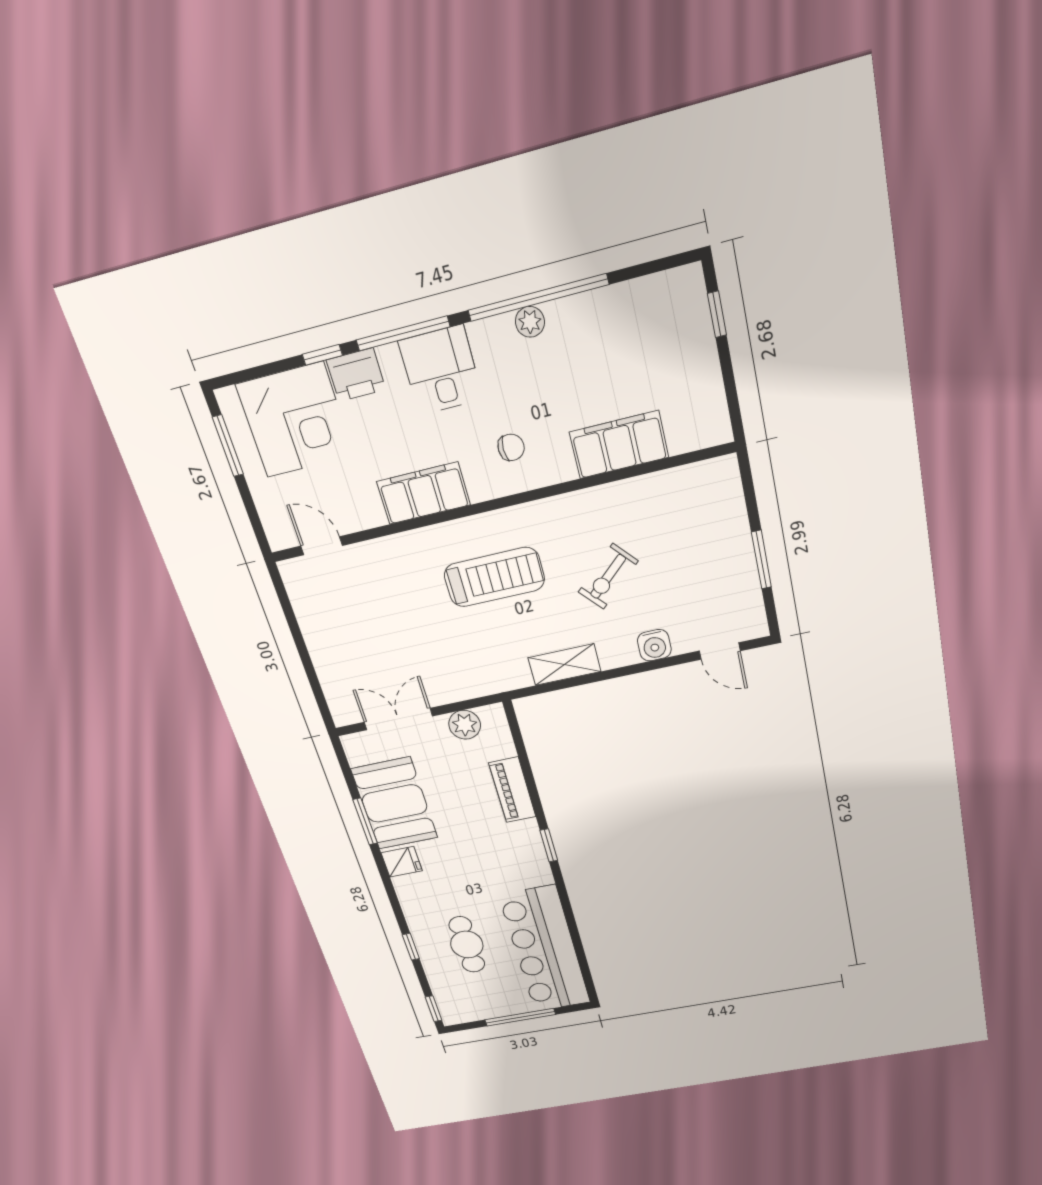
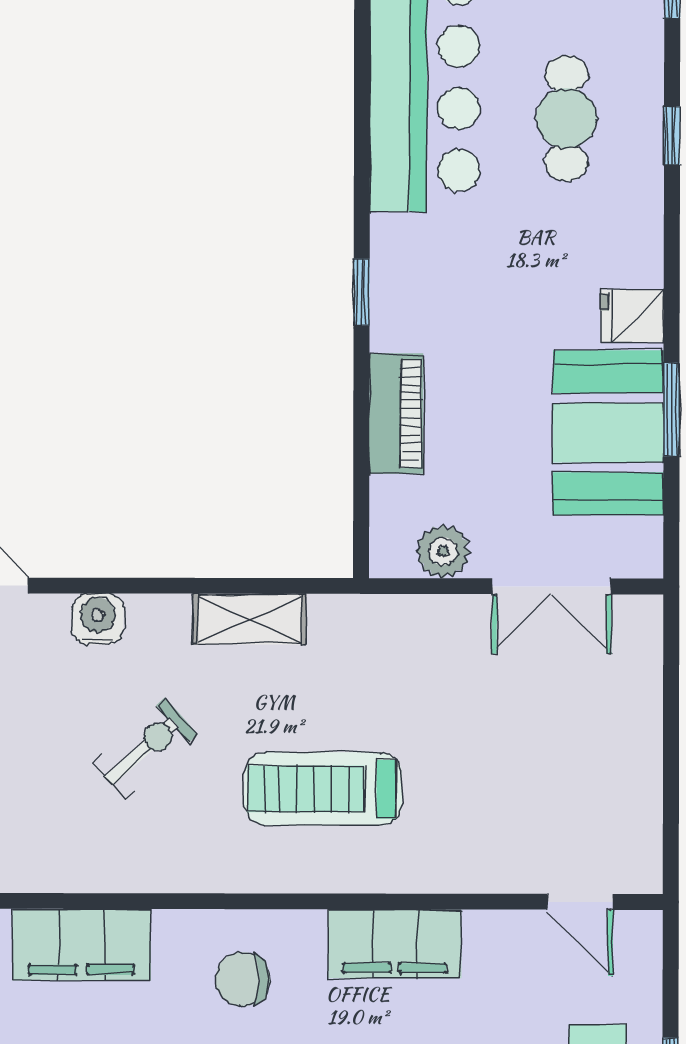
chair: (511, 447) -> (243, 979), width x1.37, depth x1.37

